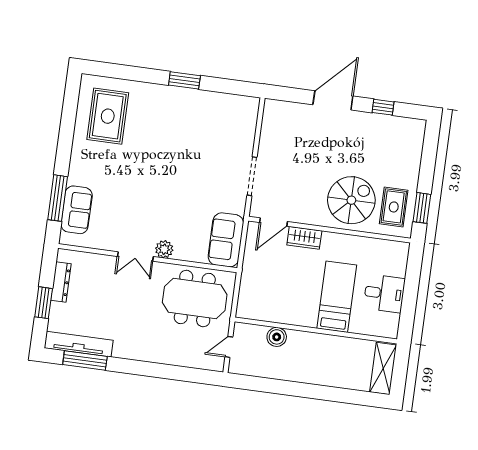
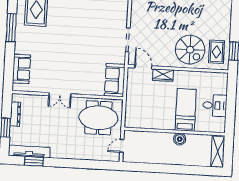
window: (58, 198) -> (11, 28), moved
spiral stairs: (351, 200) -> (190, 50), turned 90
door: (274, 222) -> (143, 67), swing flipped
plant: (164, 249) -> (77, 89), removed
boiler: (277, 337) -> (180, 139), moved
window: (85, 361) -> (34, 161), width x0.69

